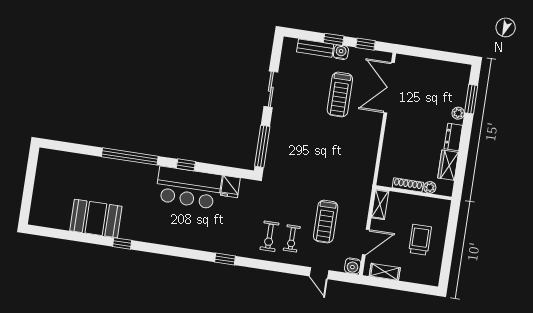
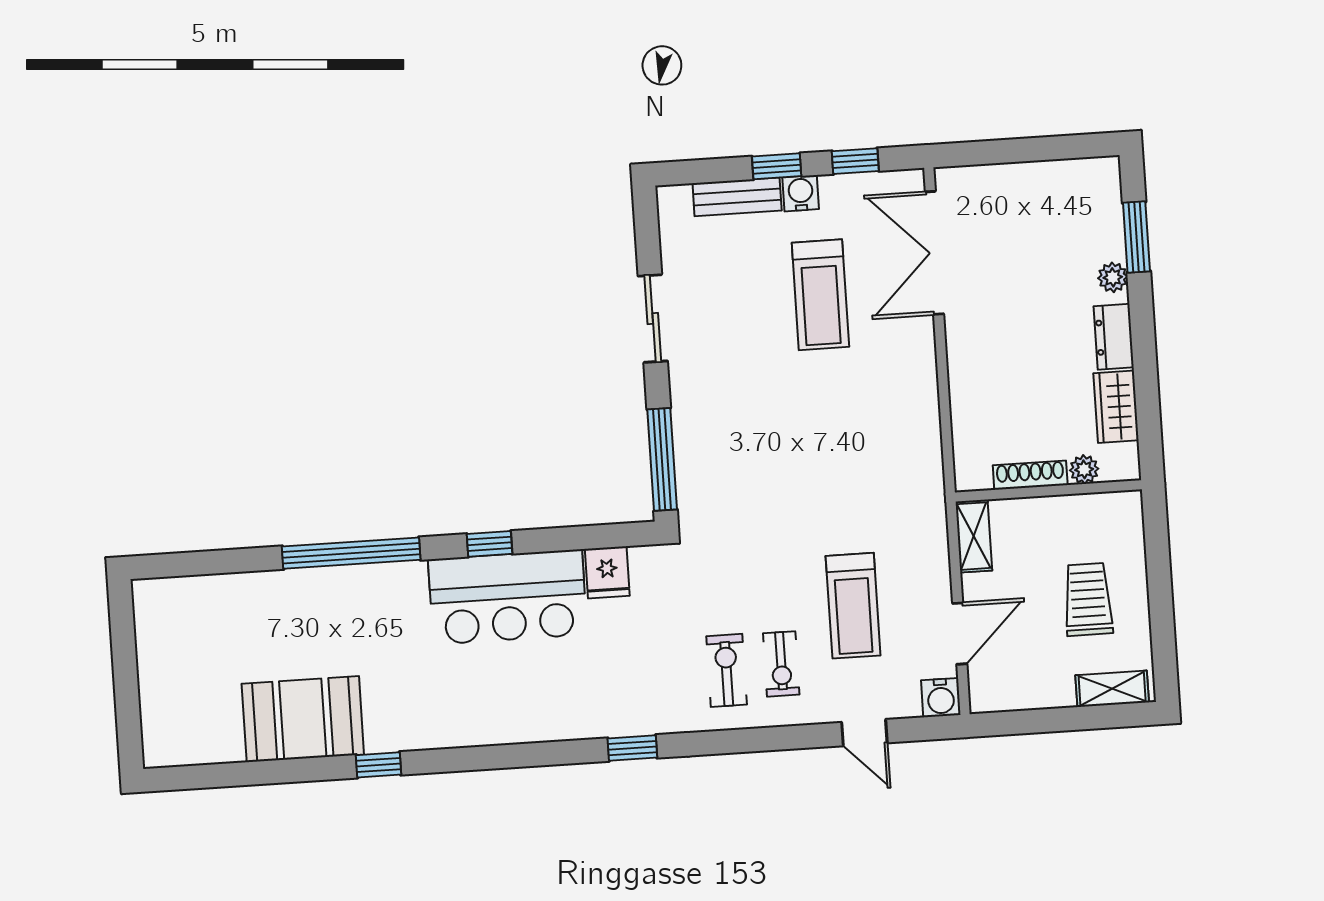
exercise bike: (269, 236) -> (727, 670), turned 180
shelving: (385, 272) -> (1112, 689), moved

